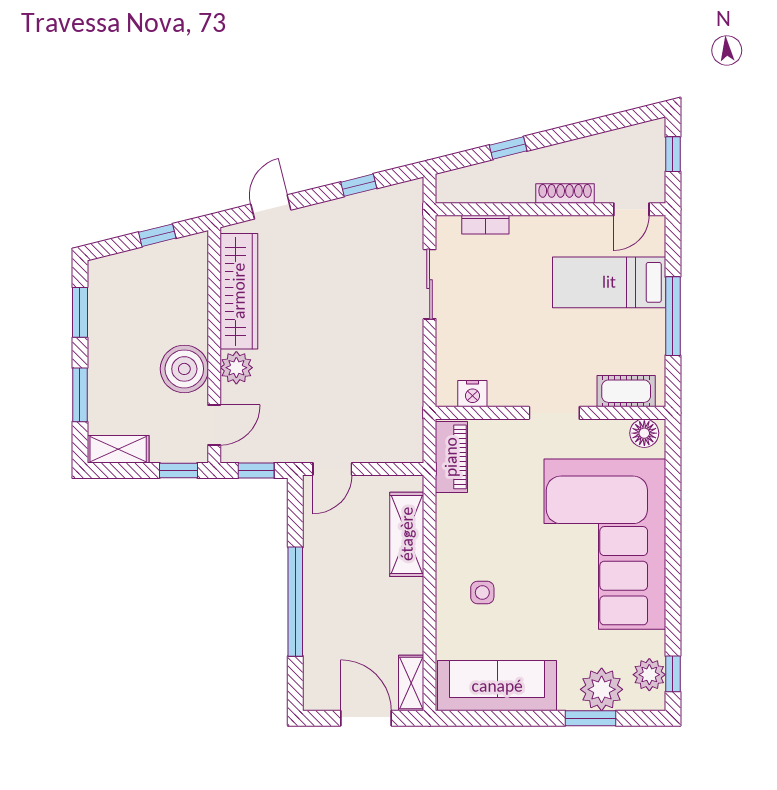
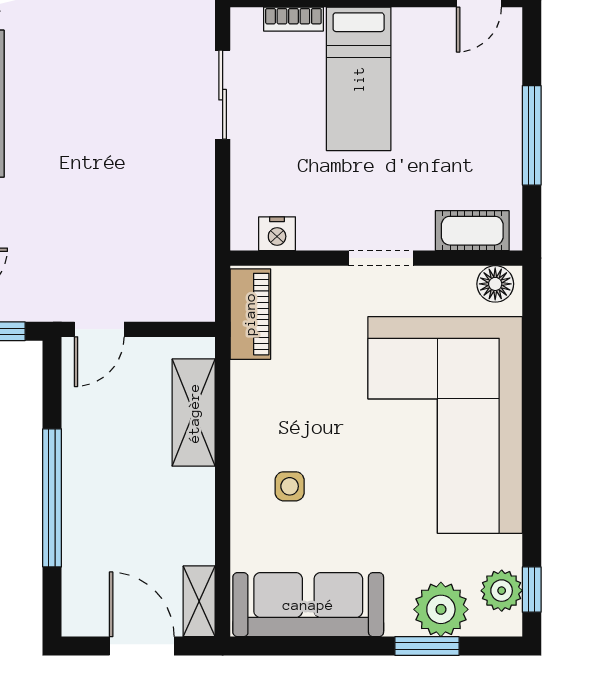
bed: (609, 282) -> (359, 79), moved, turned -90

